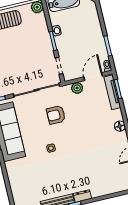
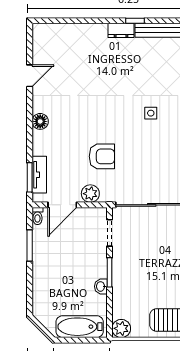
tv unit: (112, 92) -> (39, 175), width x0.71
armchair: (56, 115) -> (102, 156), moved

